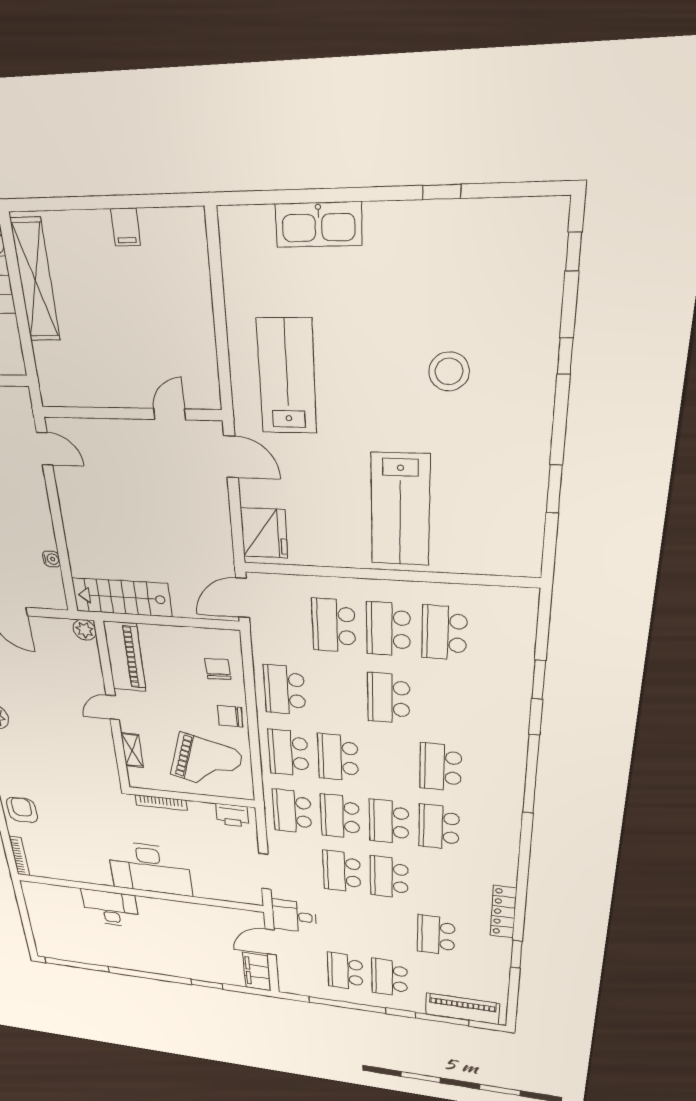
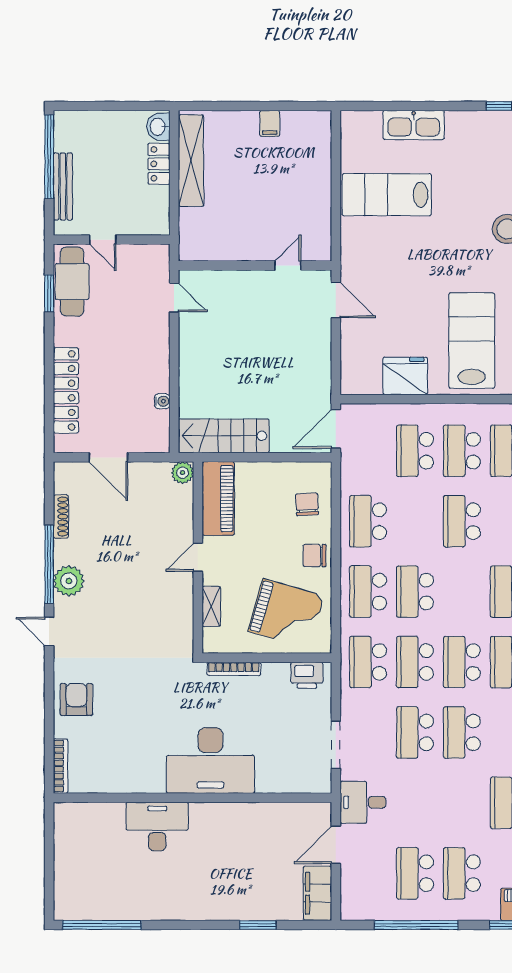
lab bench: (287, 377) -> (387, 195), moved, turned -90
lab bench: (400, 510) -> (472, 341), turned 180
fridge: (264, 533) -> (405, 376), moved, turned -90

